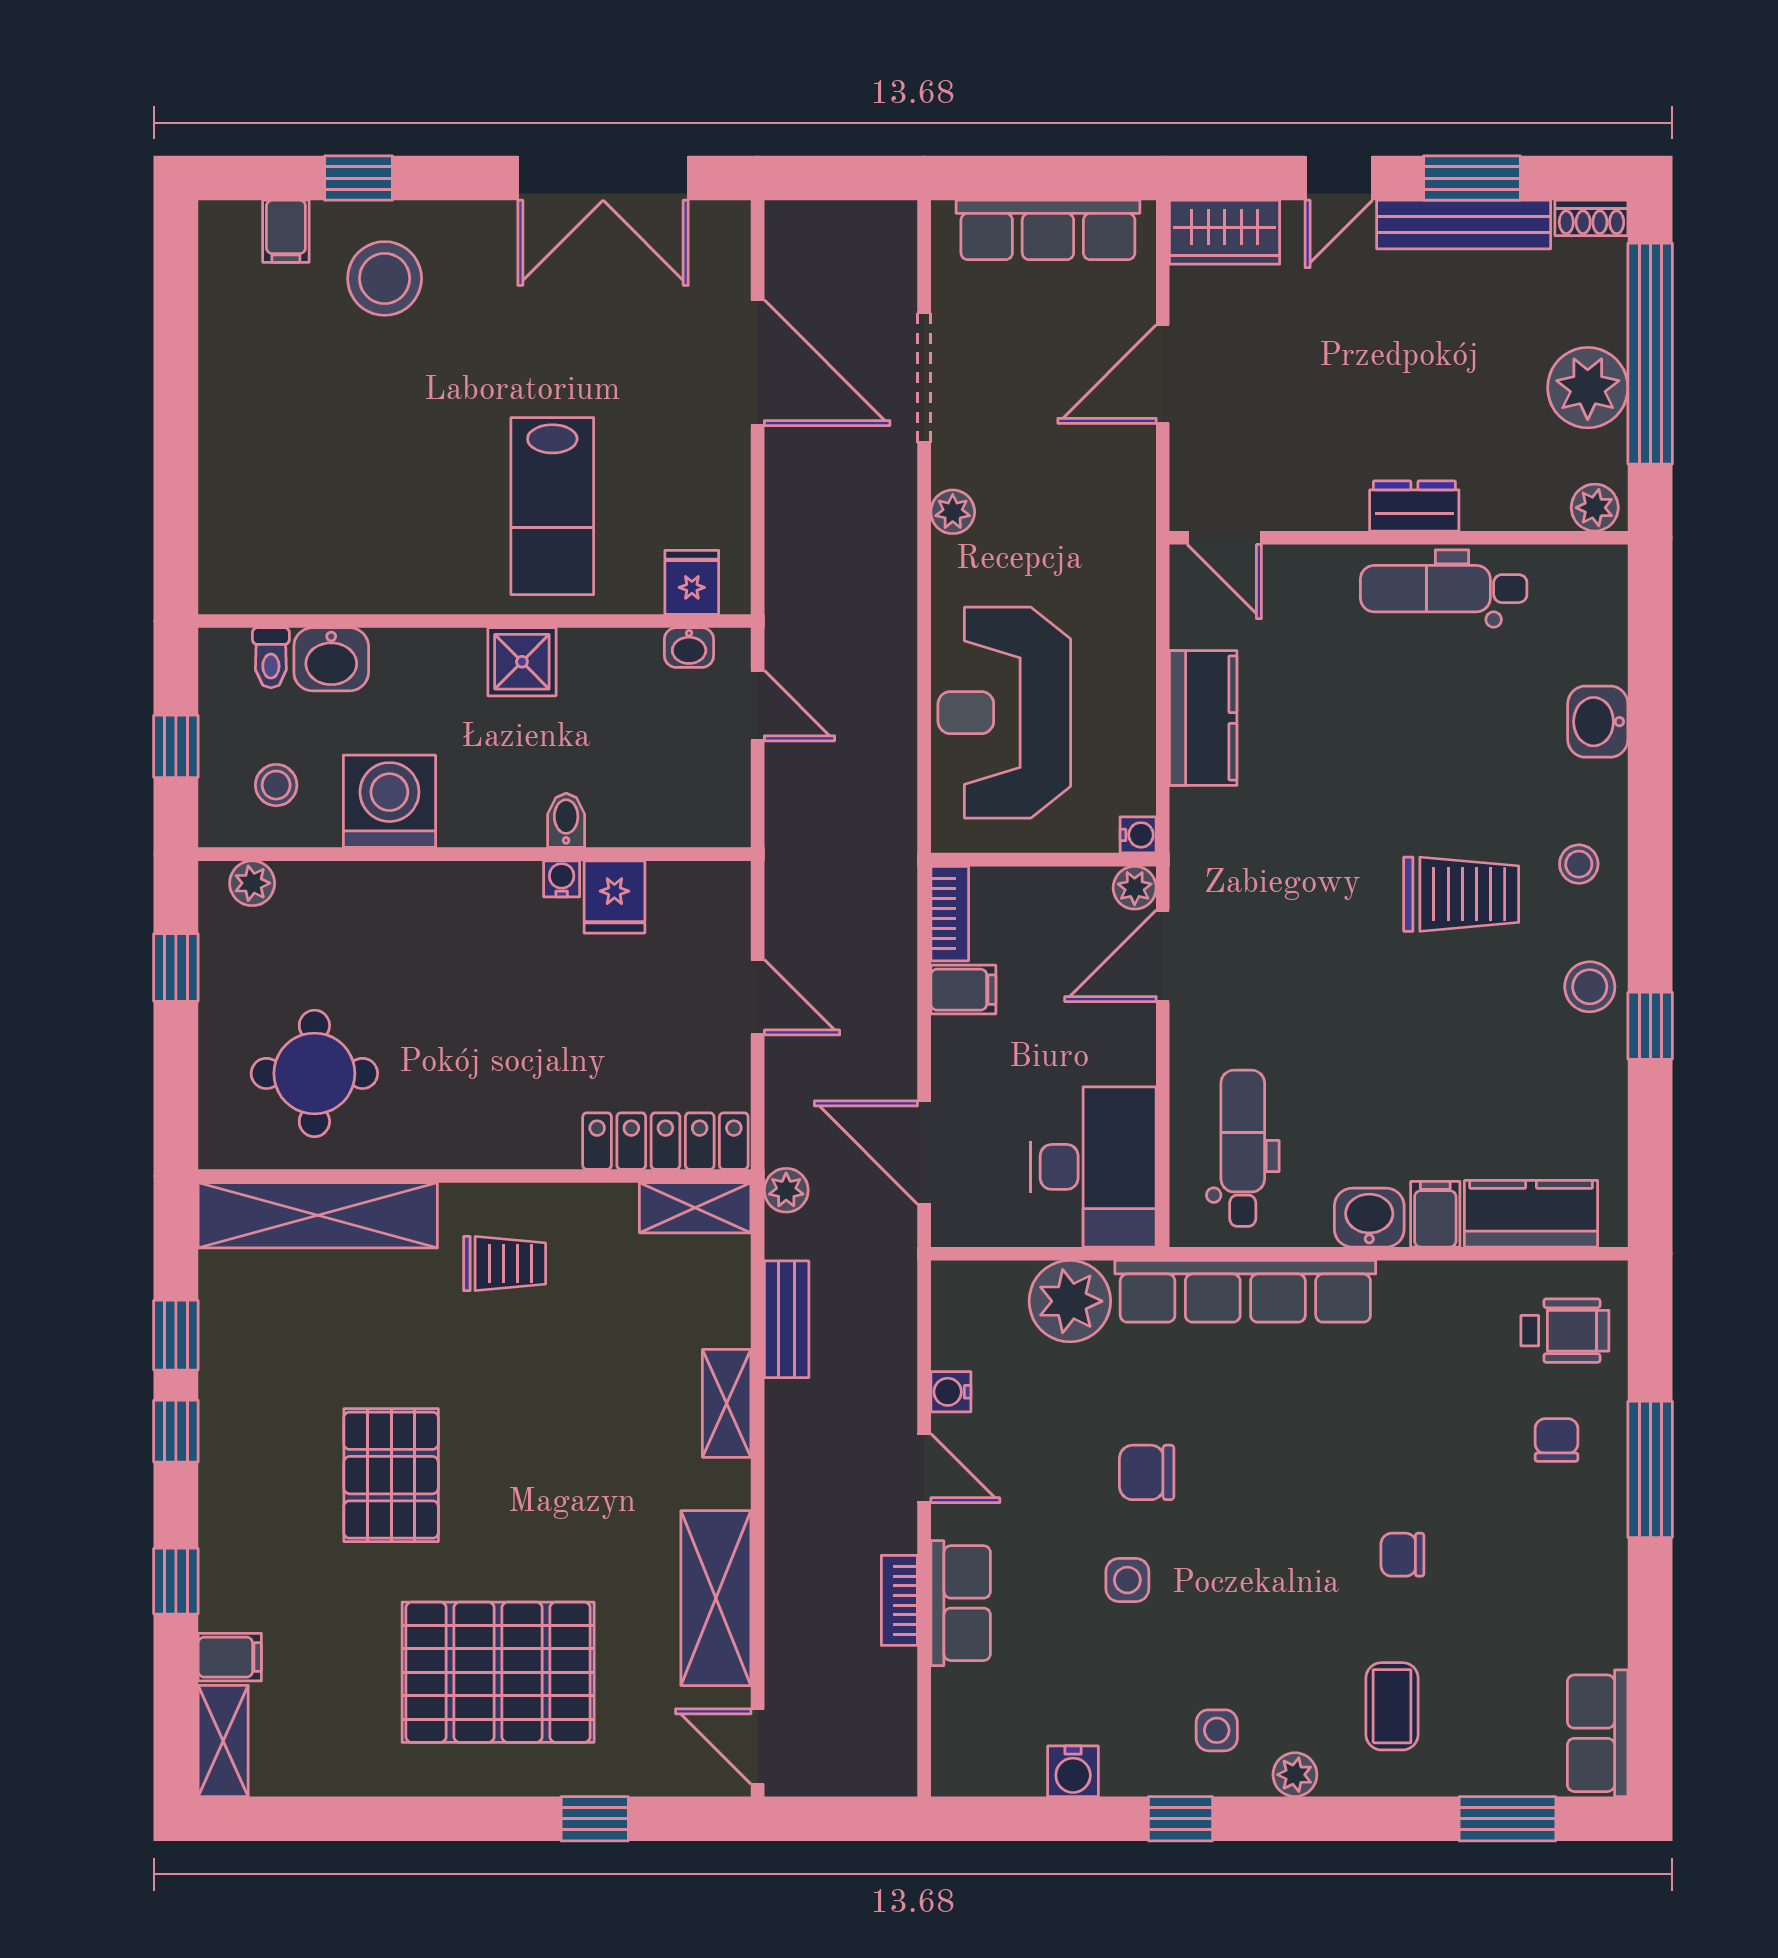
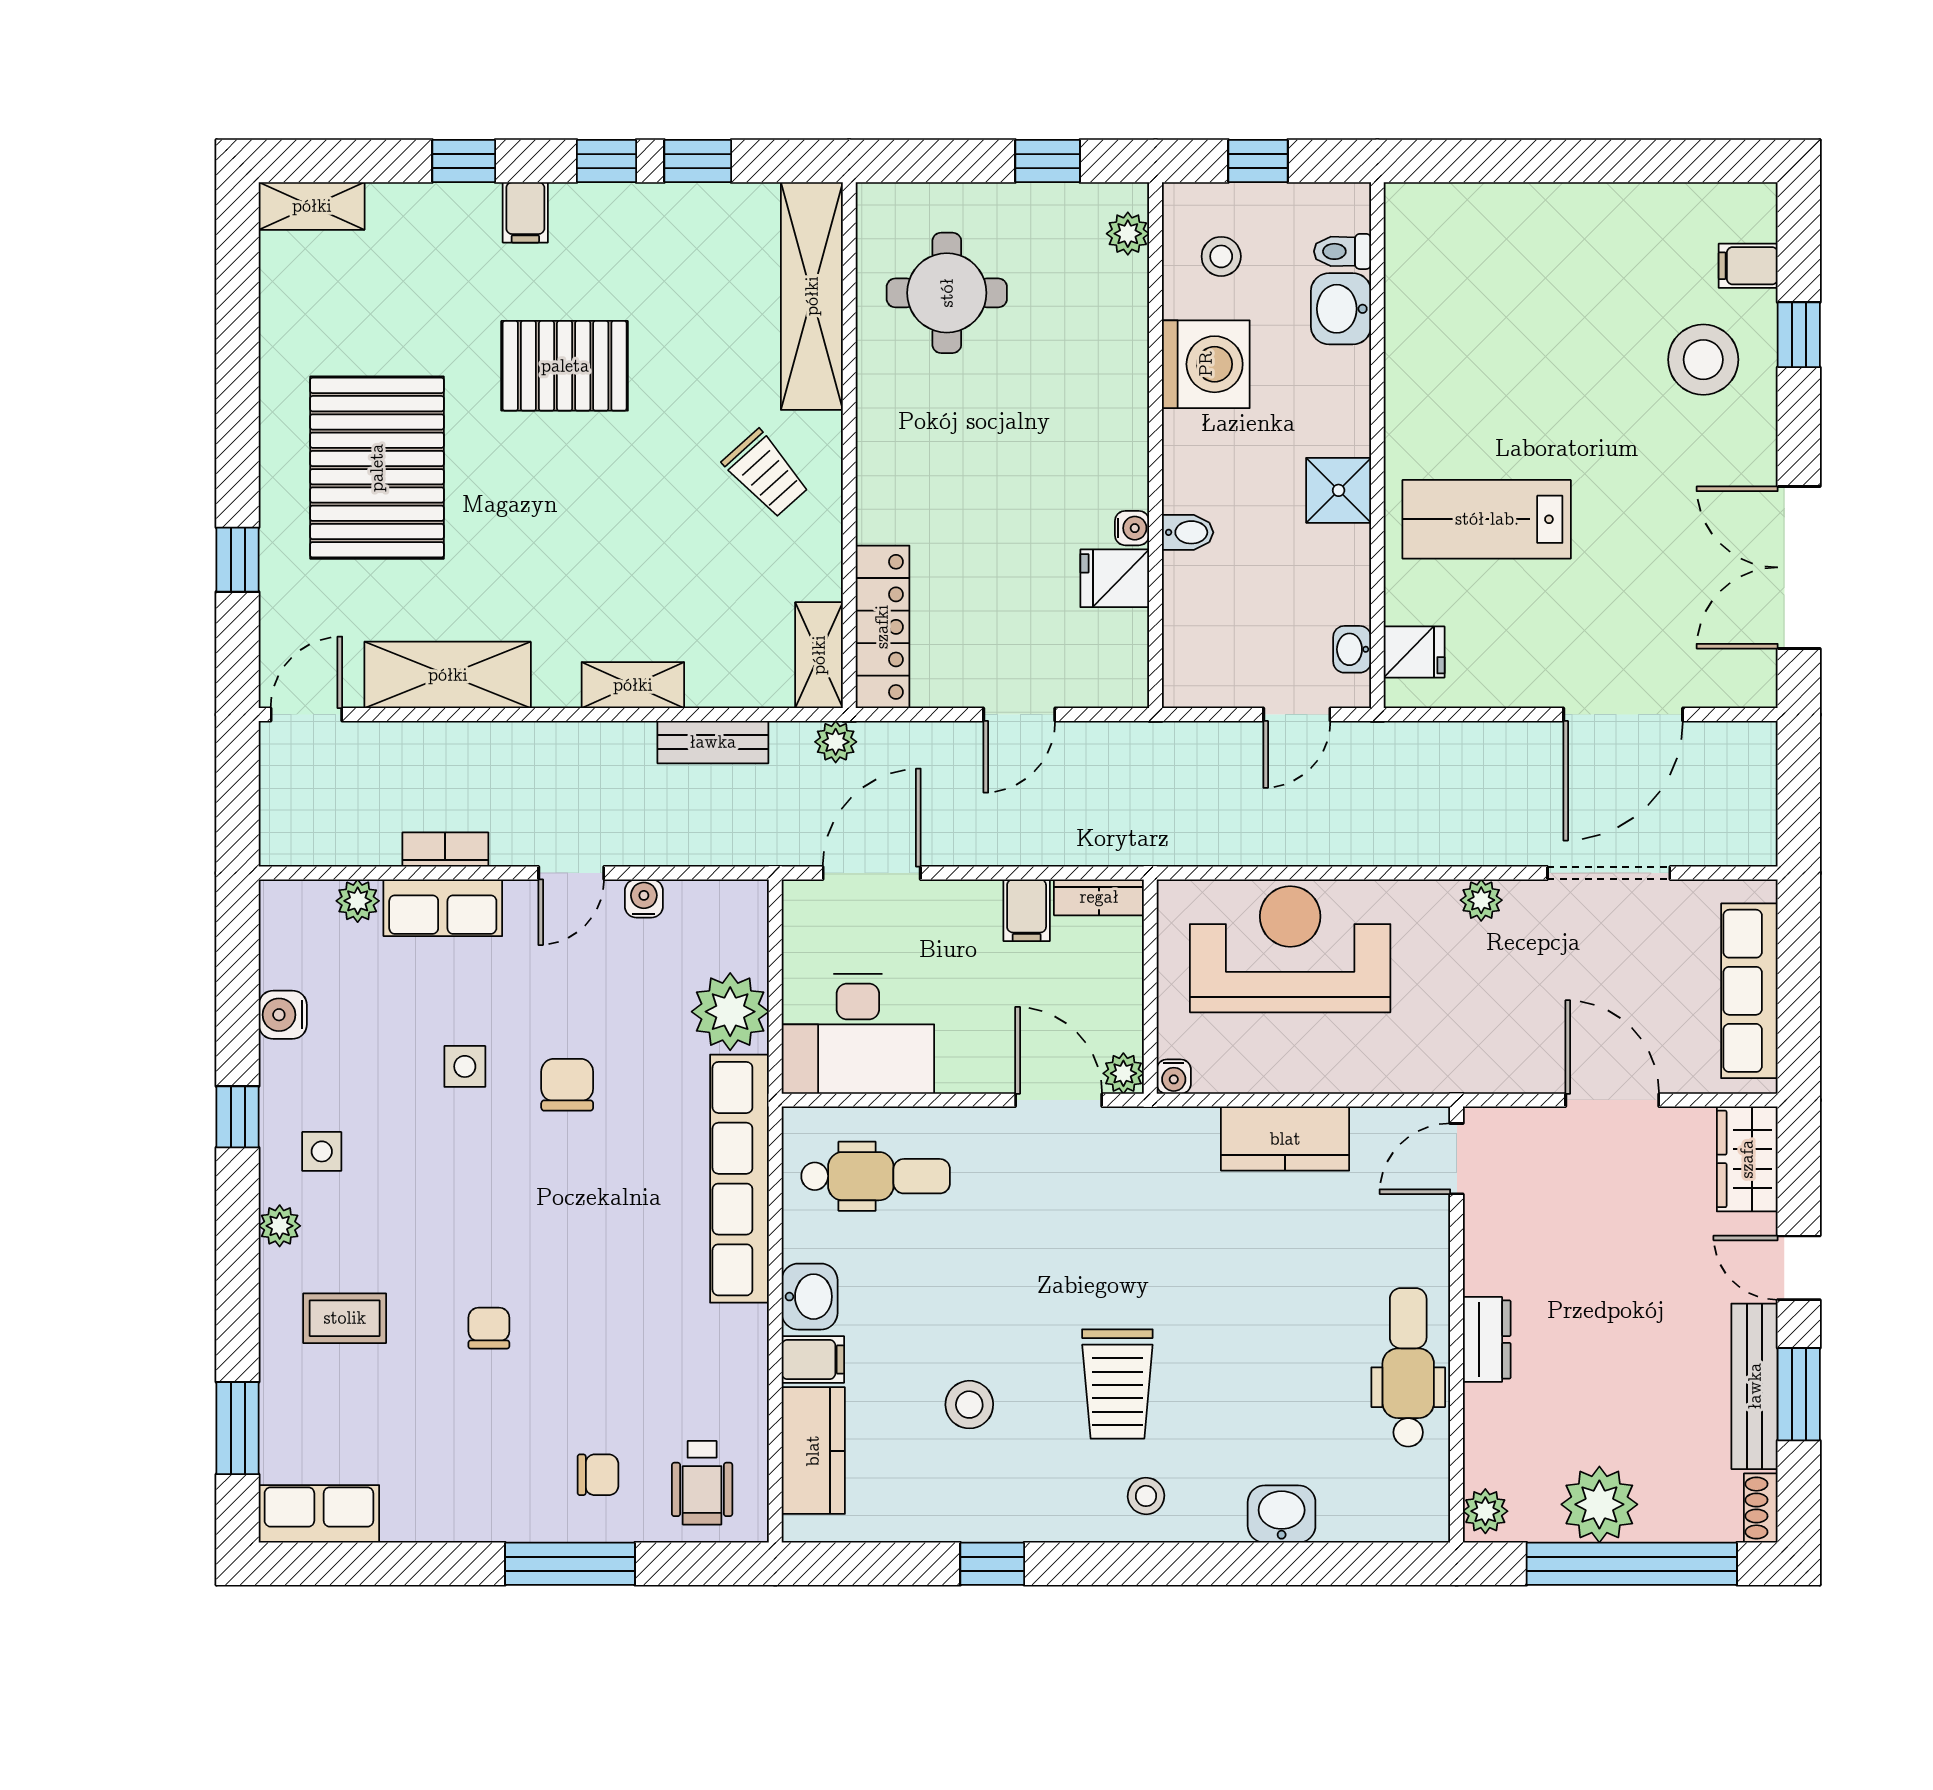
stool: (1590, 987) -> (969, 1405), moved
trolley: (505, 1264) -> (766, 474), turned -42
filing cabinet: (230, 1657) -> (525, 212), moved
plant: (953, 1693) -> (358, 901), added

